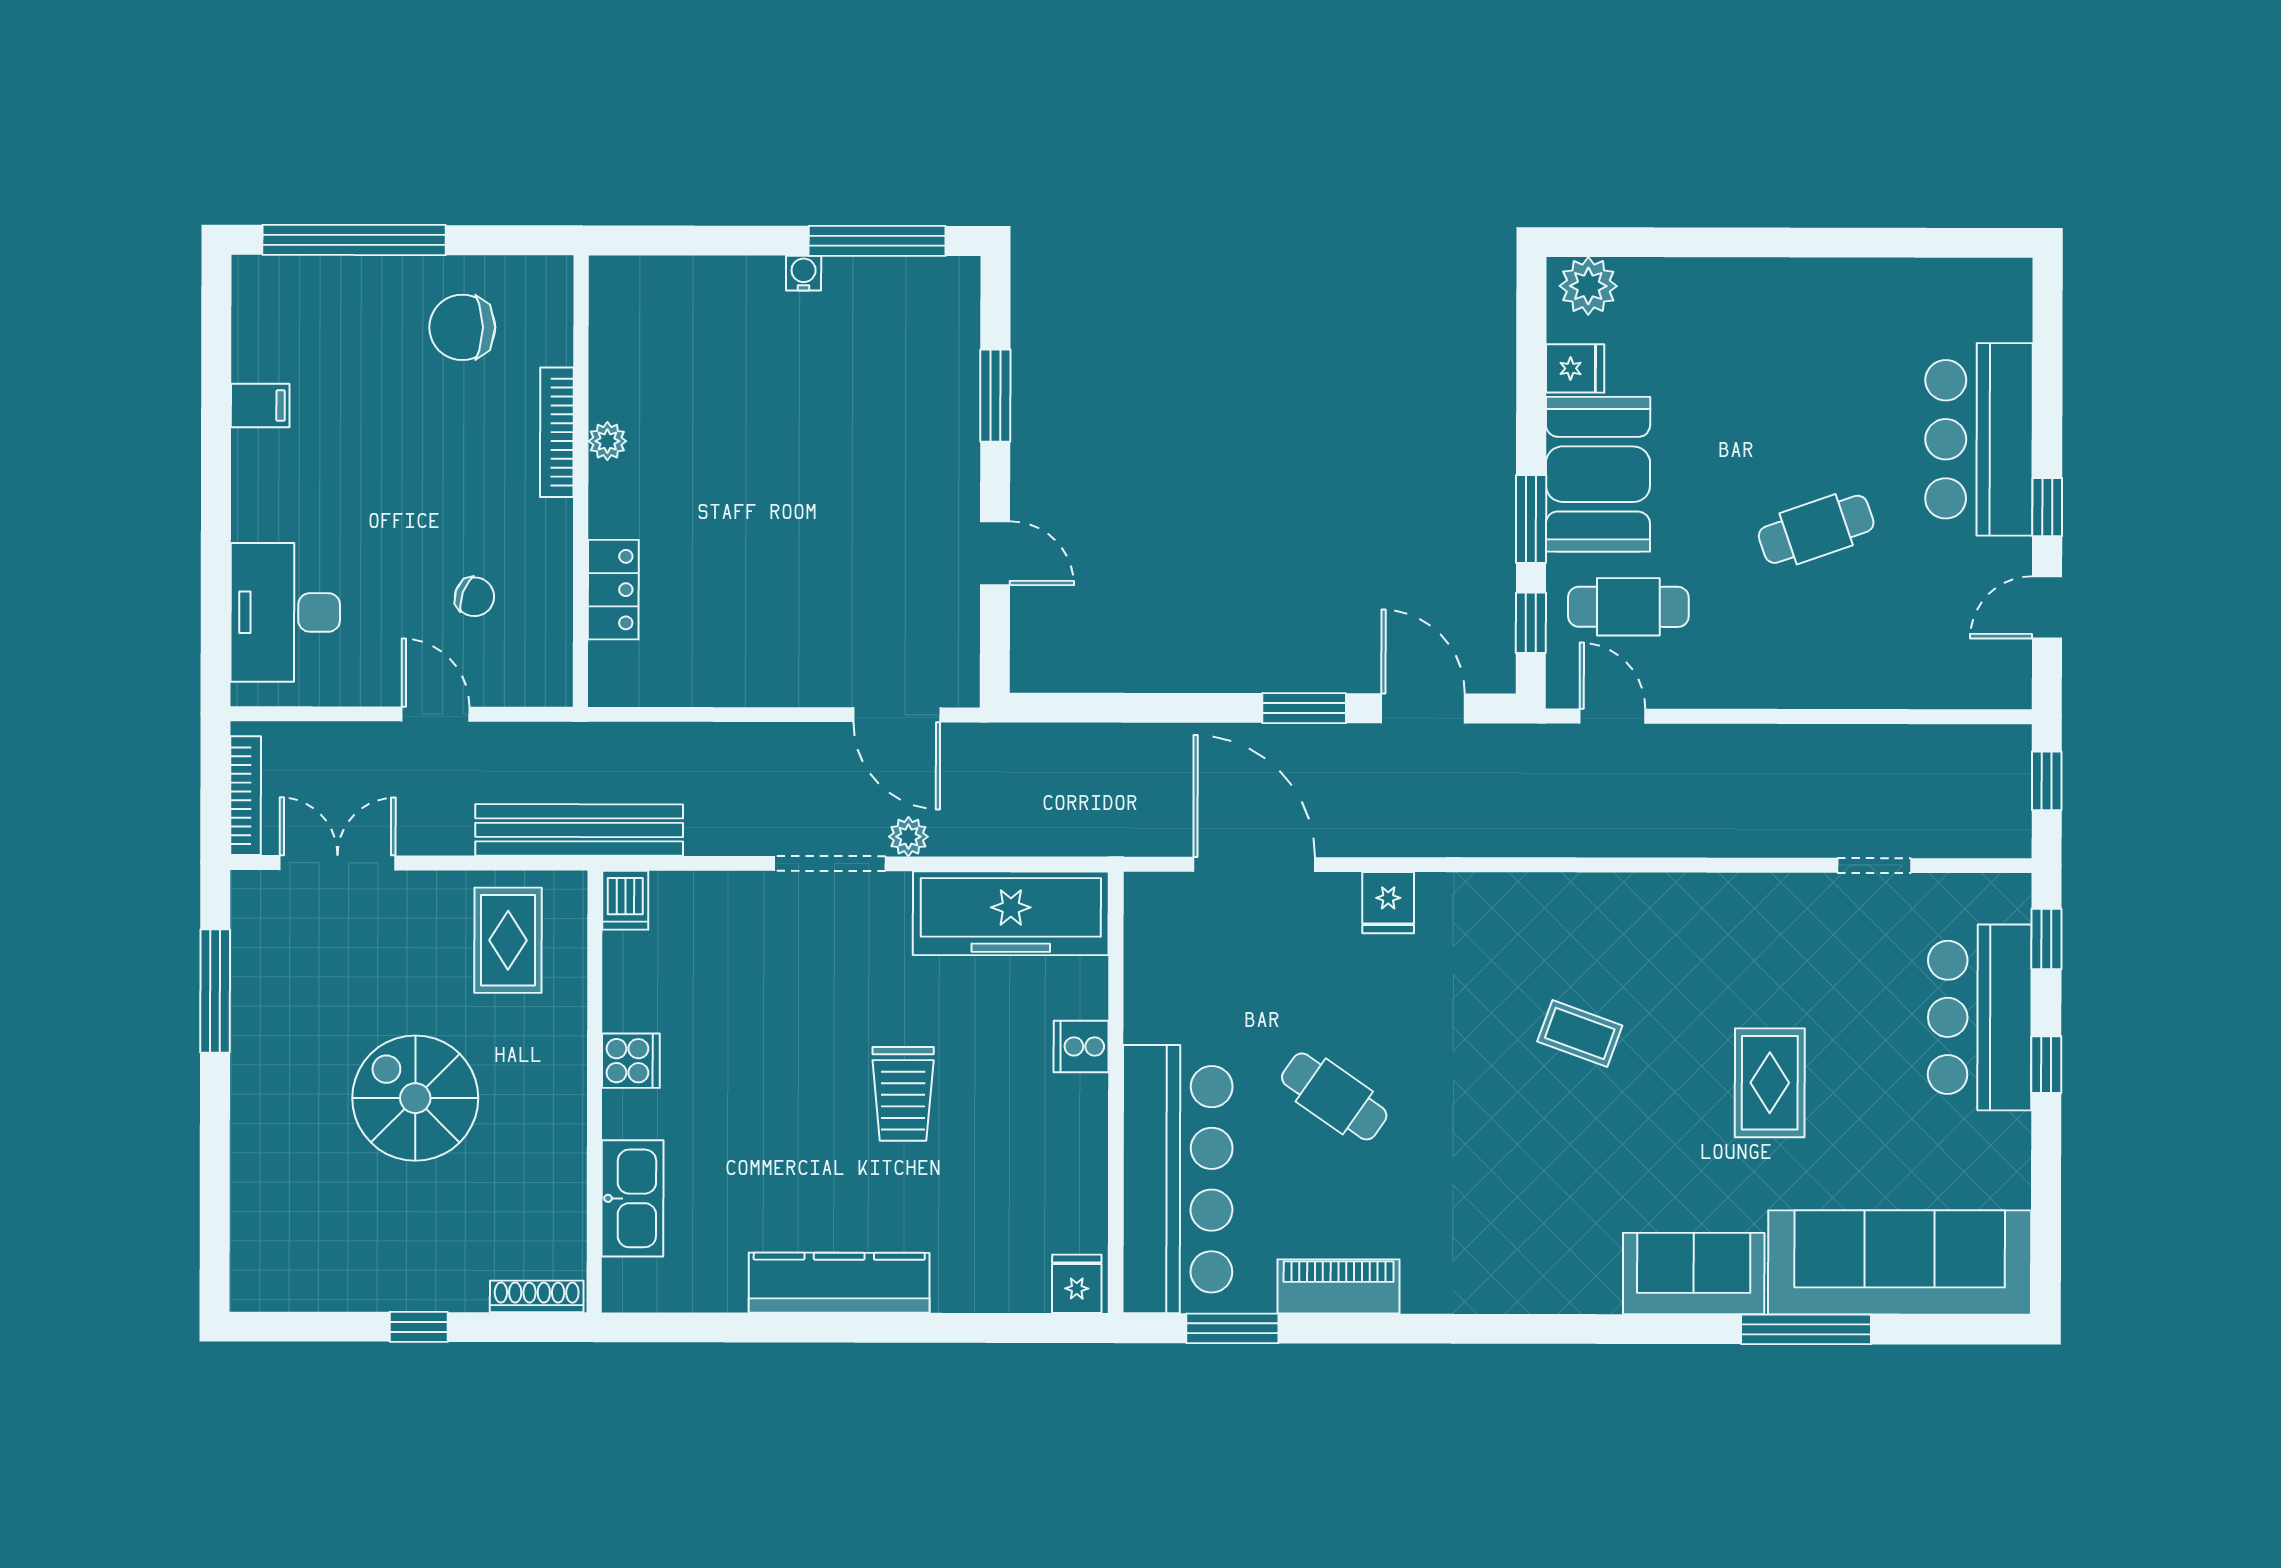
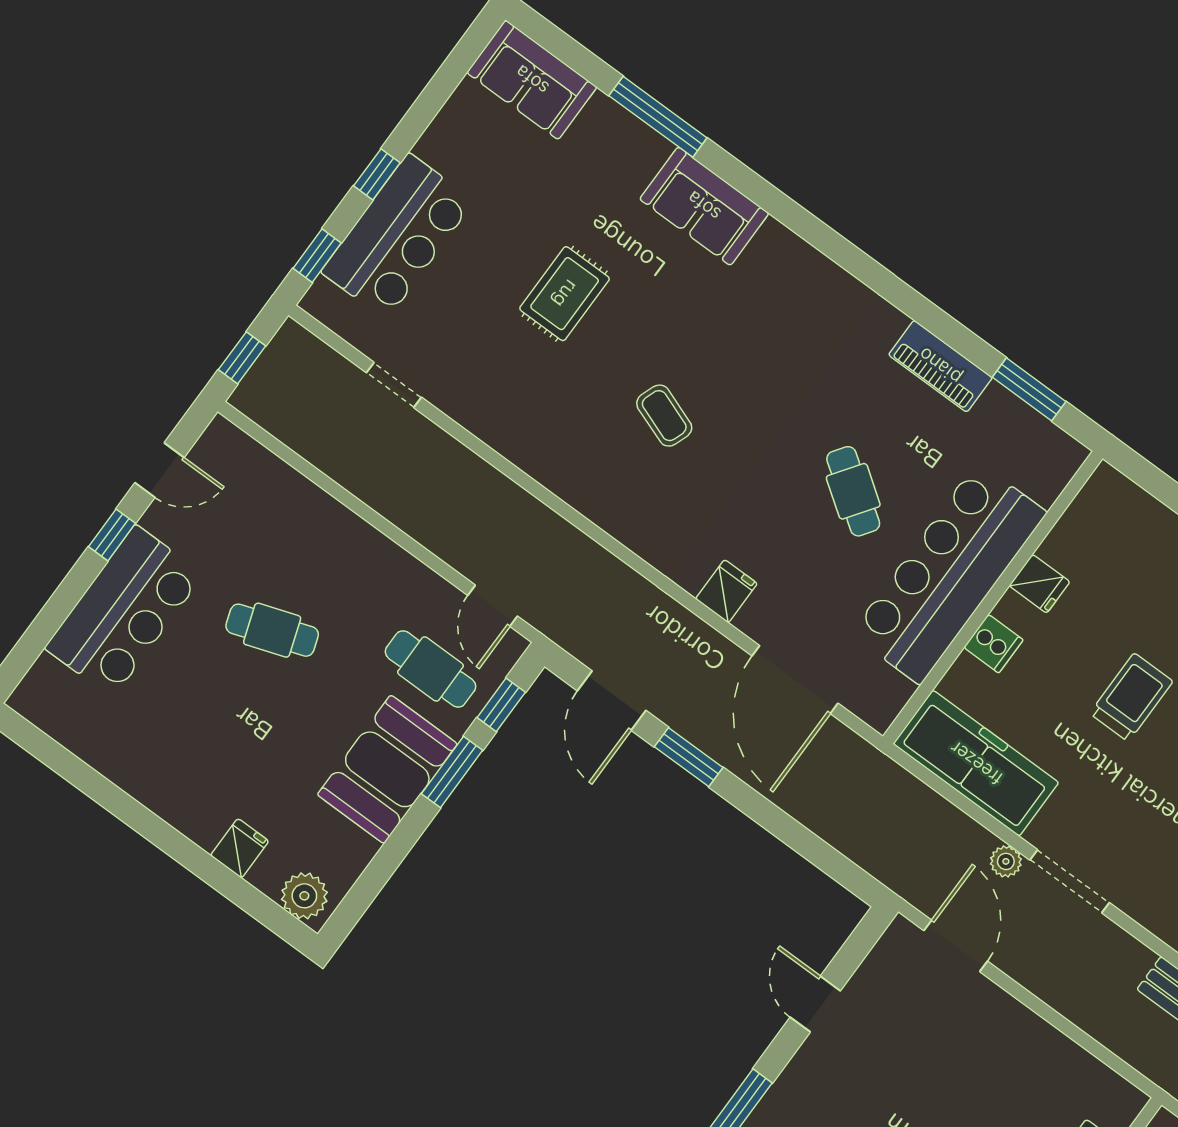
fridge: (1575, 368) -> (240, 848), moved, turned 90
bar counter: (1178, 1179) -> (949, 573), moved
sofa: (1900, 1262) -> (532, 80), width x0.54, depth x0.79
fridge: (1077, 1284) -> (1040, 584), moved, turned -90

